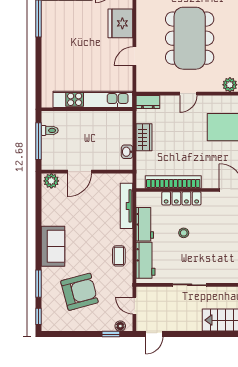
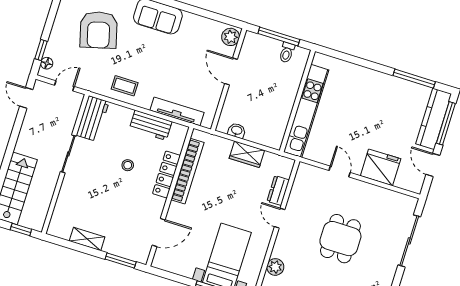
dining table: (190, 38) -> (340, 239), width x0.53, depth x0.80
dresser: (148, 102) -> (278, 191), moved
workbench: (145, 260) -> (93, 119), moved, turned -90

